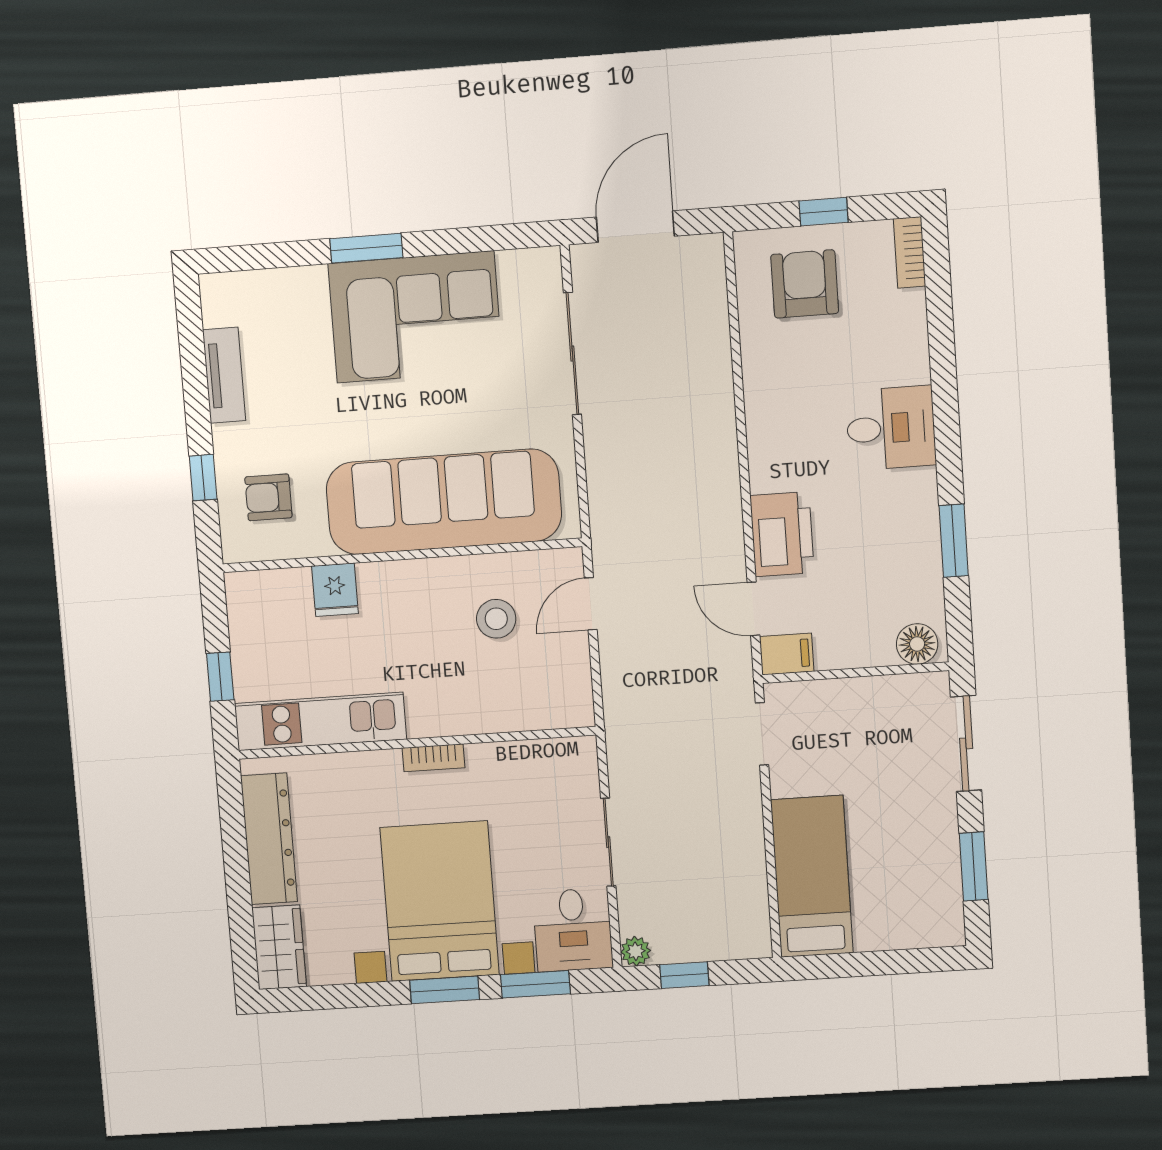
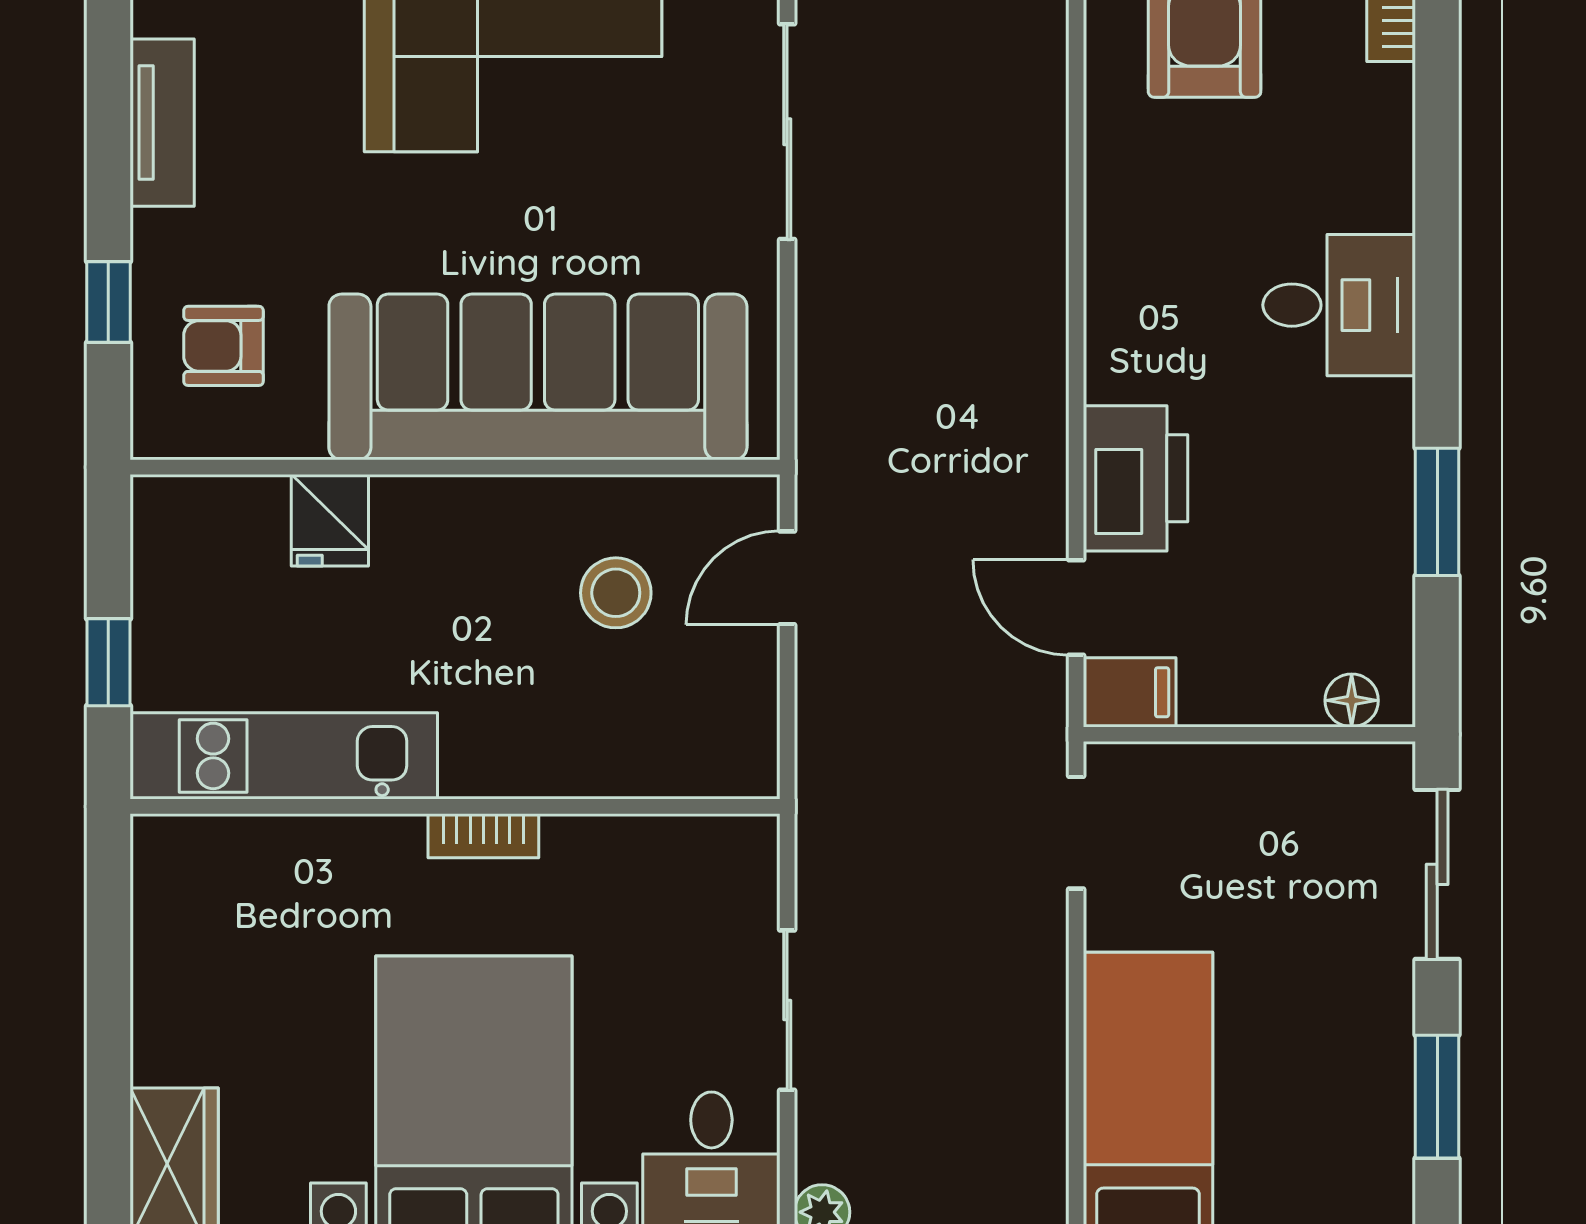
floor lamp: (917, 644) -> (1352, 700), width x0.73, depth x0.73
dresser: (269, 839) -> (172, 963), removed

